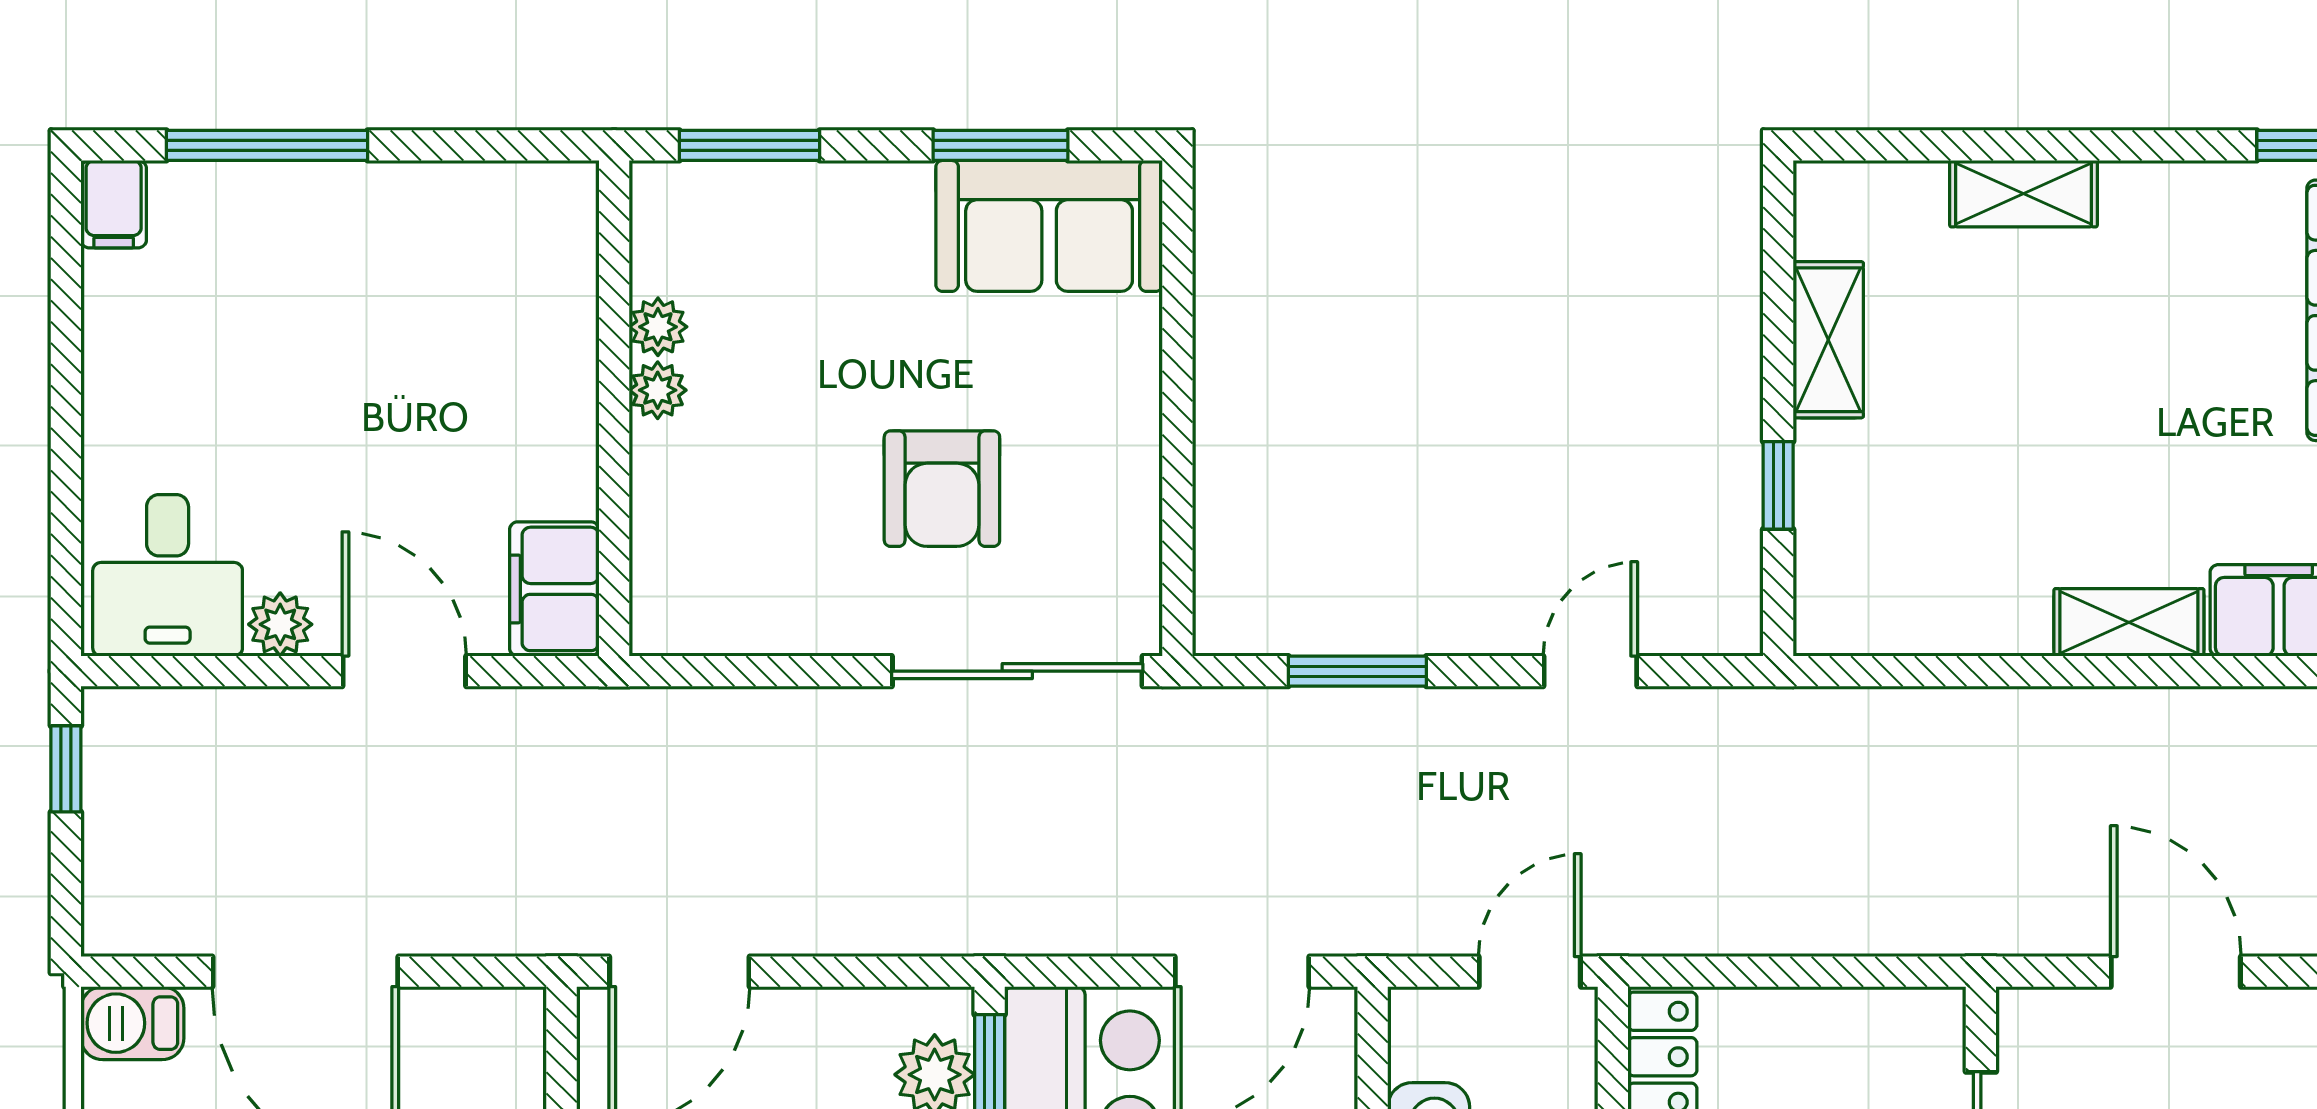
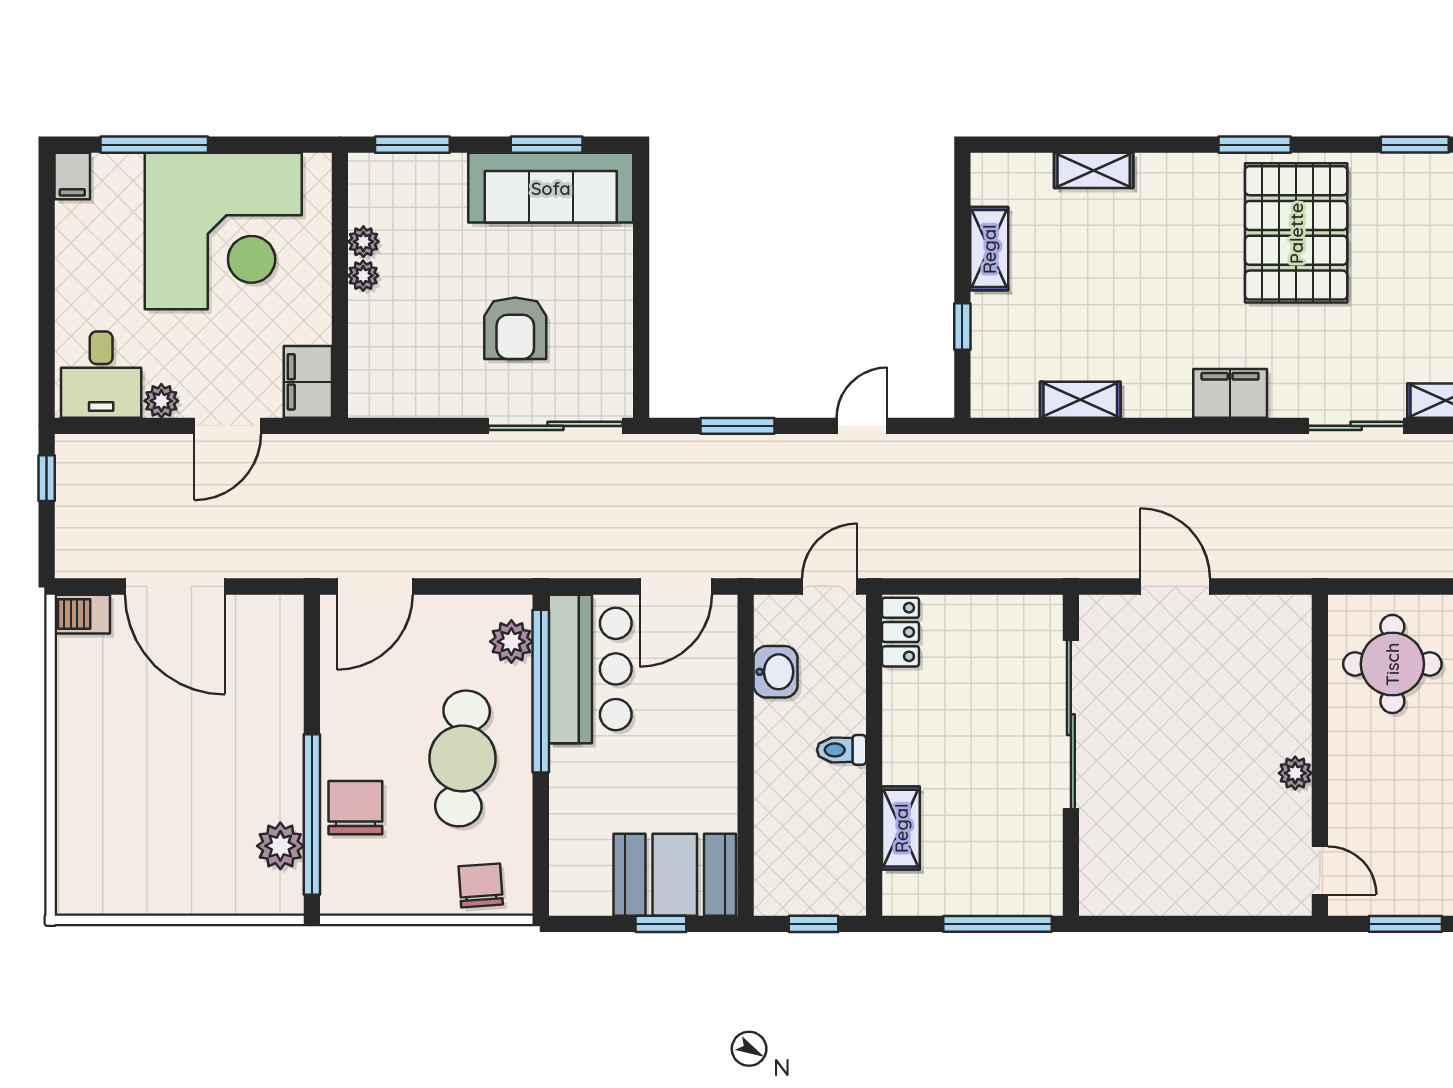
sofa: (1049, 226) -> (551, 188), width x1.36
corner desk: (396, 307) -> (223, 231), added
shelving: (2129, 622) -> (1080, 400), moved
door: (404, 671) -> (228, 426), swing flipped

